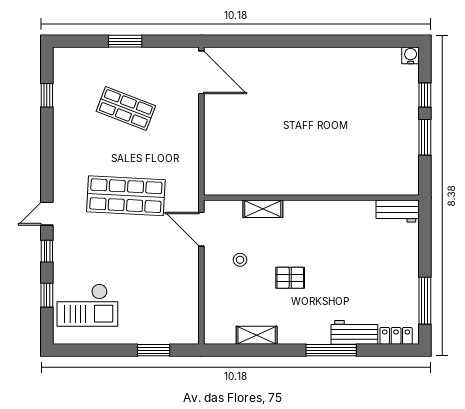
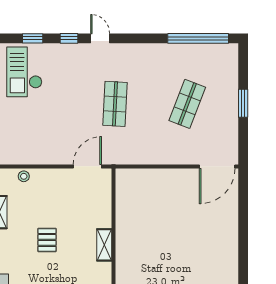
window: (47, 95) -> (198, 38), width x3.17
shop shelf: (126, 196) -> (115, 104), width x0.70, depth x0.74
shelving: (263, 209) -> (104, 245), moved
stool: (240, 260) -> (24, 176), moved

